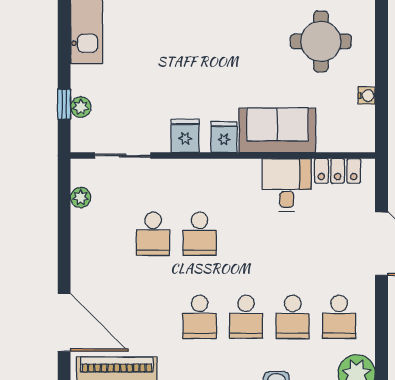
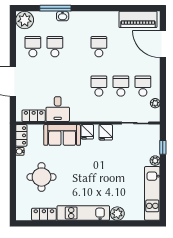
plant: (81, 107) -> (155, 161), moved
locker: (364, 129) -> (21, 135), added
school desk: (246, 317) -> (143, 86), moved

